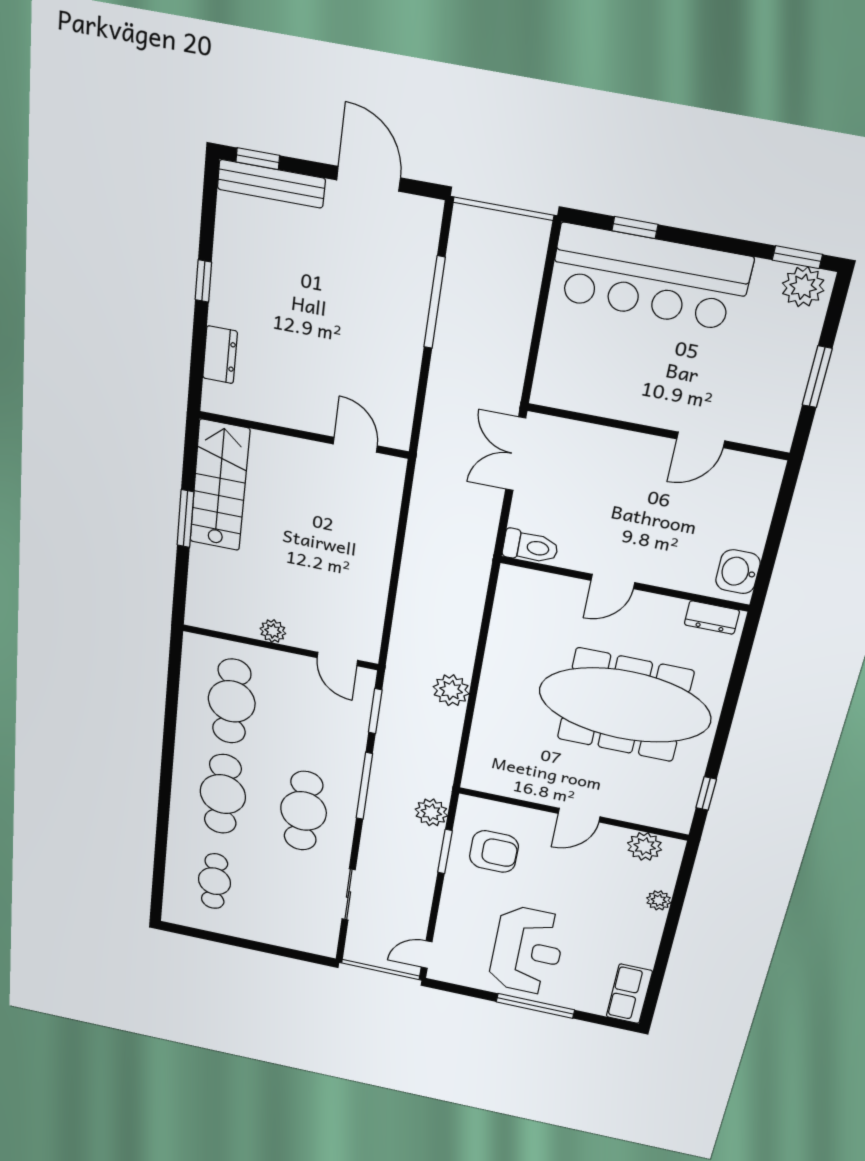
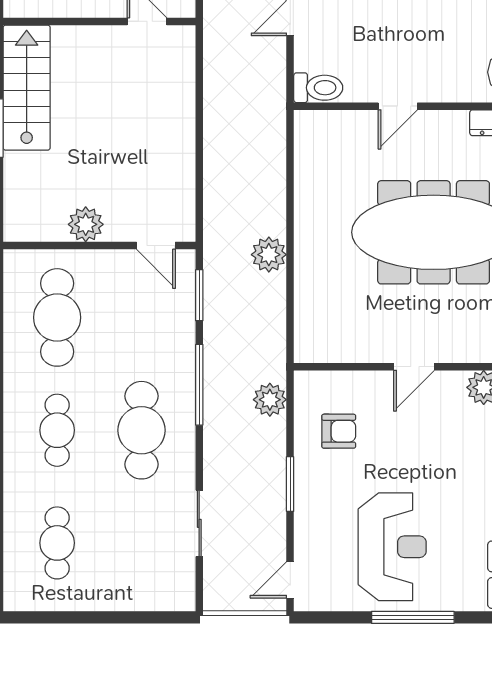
plant: (273, 631) -> (86, 224), width x1.38, depth x1.38
cafe table: (223, 794) -> (57, 430), width x0.73, depth x0.74
window: (445, 852) -> (290, 484), moved
armchair: (494, 852) -> (339, 431), width x0.72, depth x0.72

